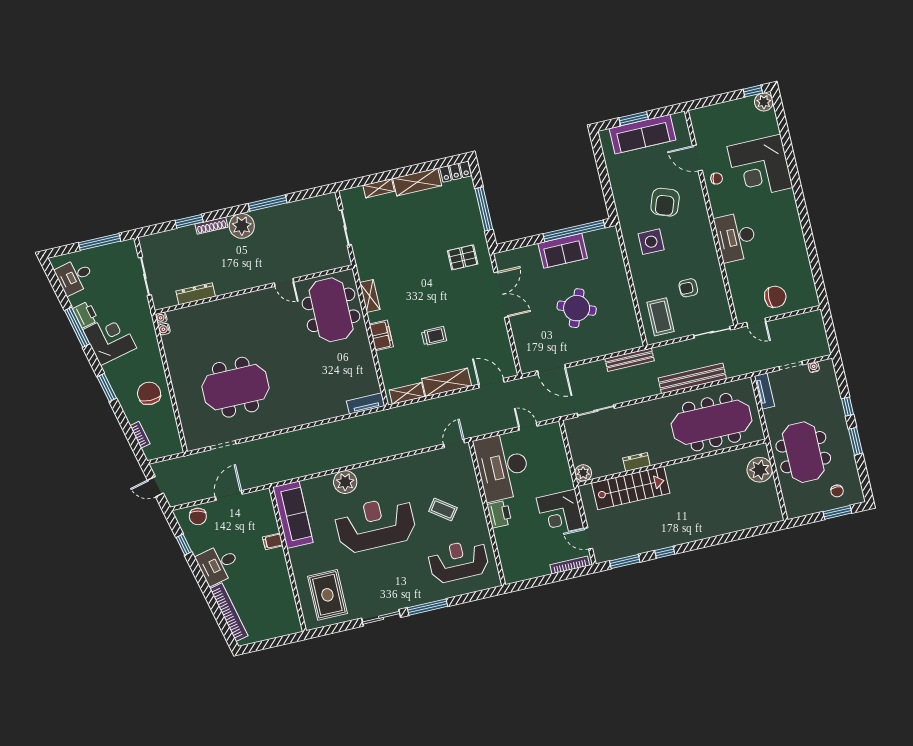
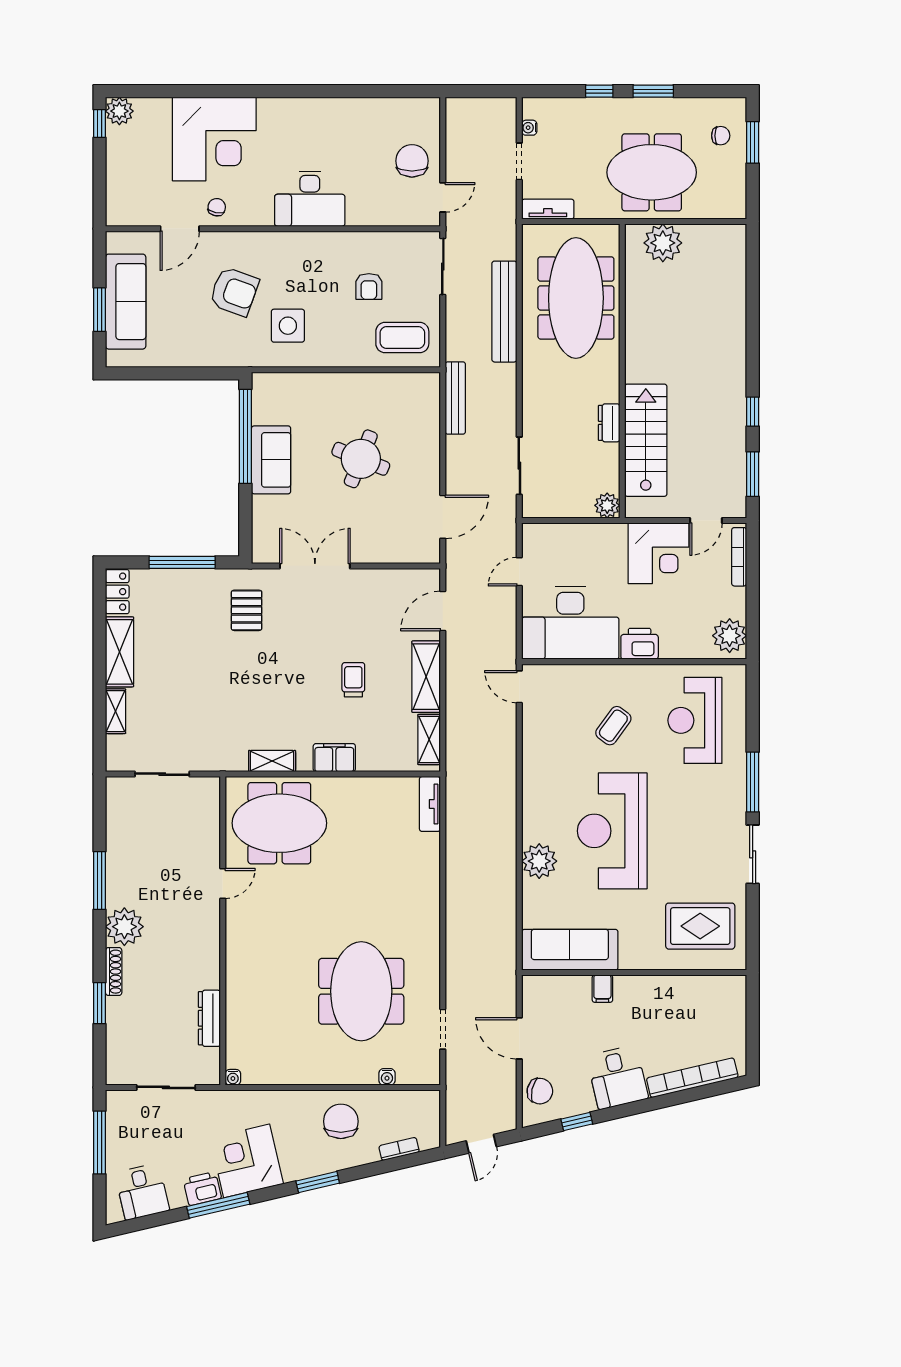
water cooler: (164, 329) -> (387, 1077), moved
chair: (149, 393) -> (341, 1121), turned 90
plant: (518, 571) -> (730, 636), added

